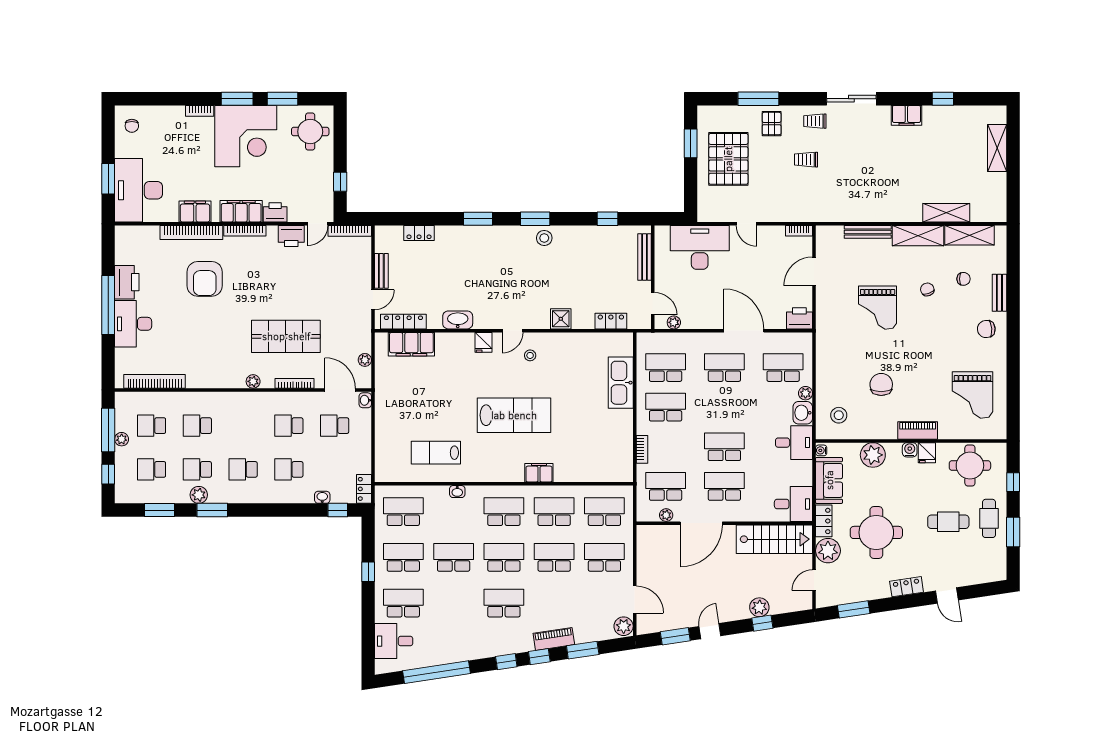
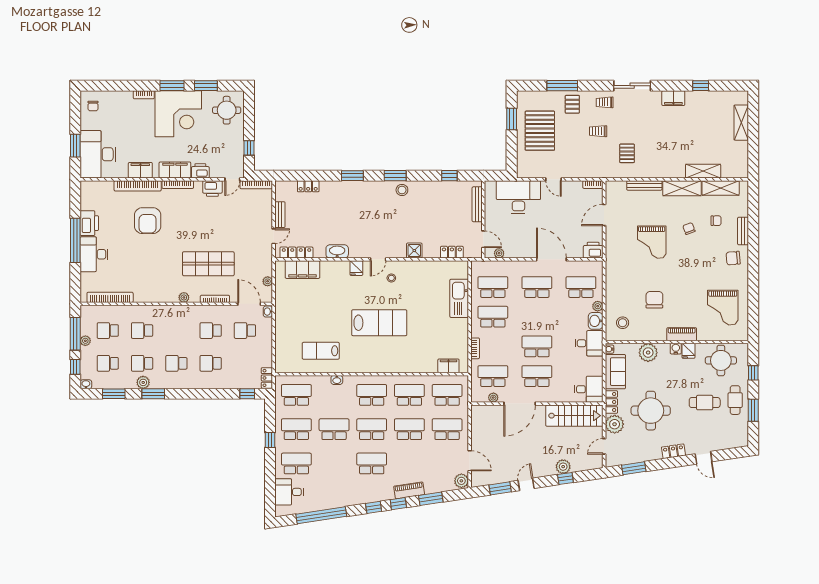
pallet: (845, 189) -> (627, 153), added
filing cabinet: (539, 473) -> (448, 366), moved
washbasin: (322, 497) -> (86, 384), moved

